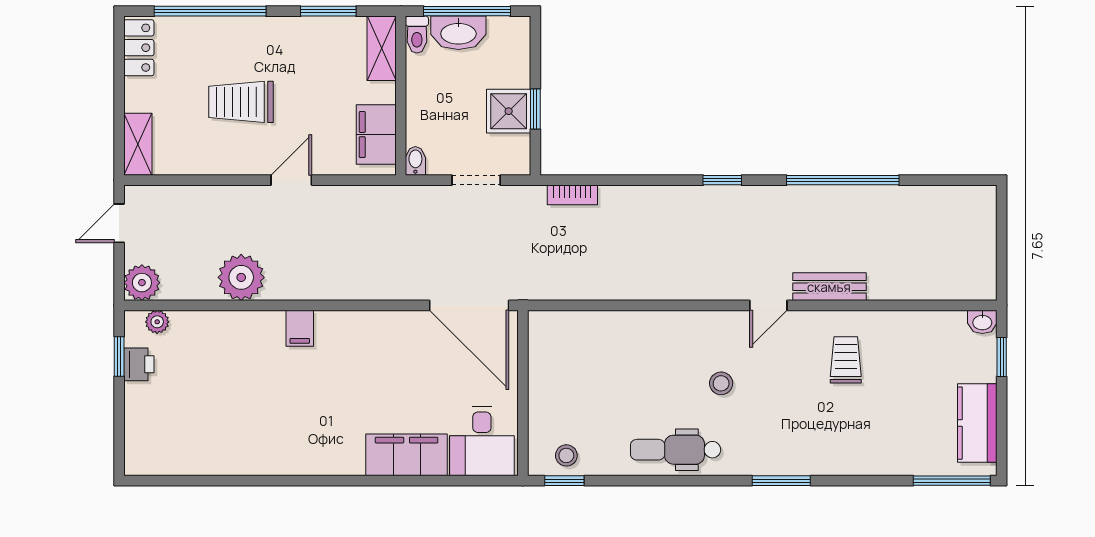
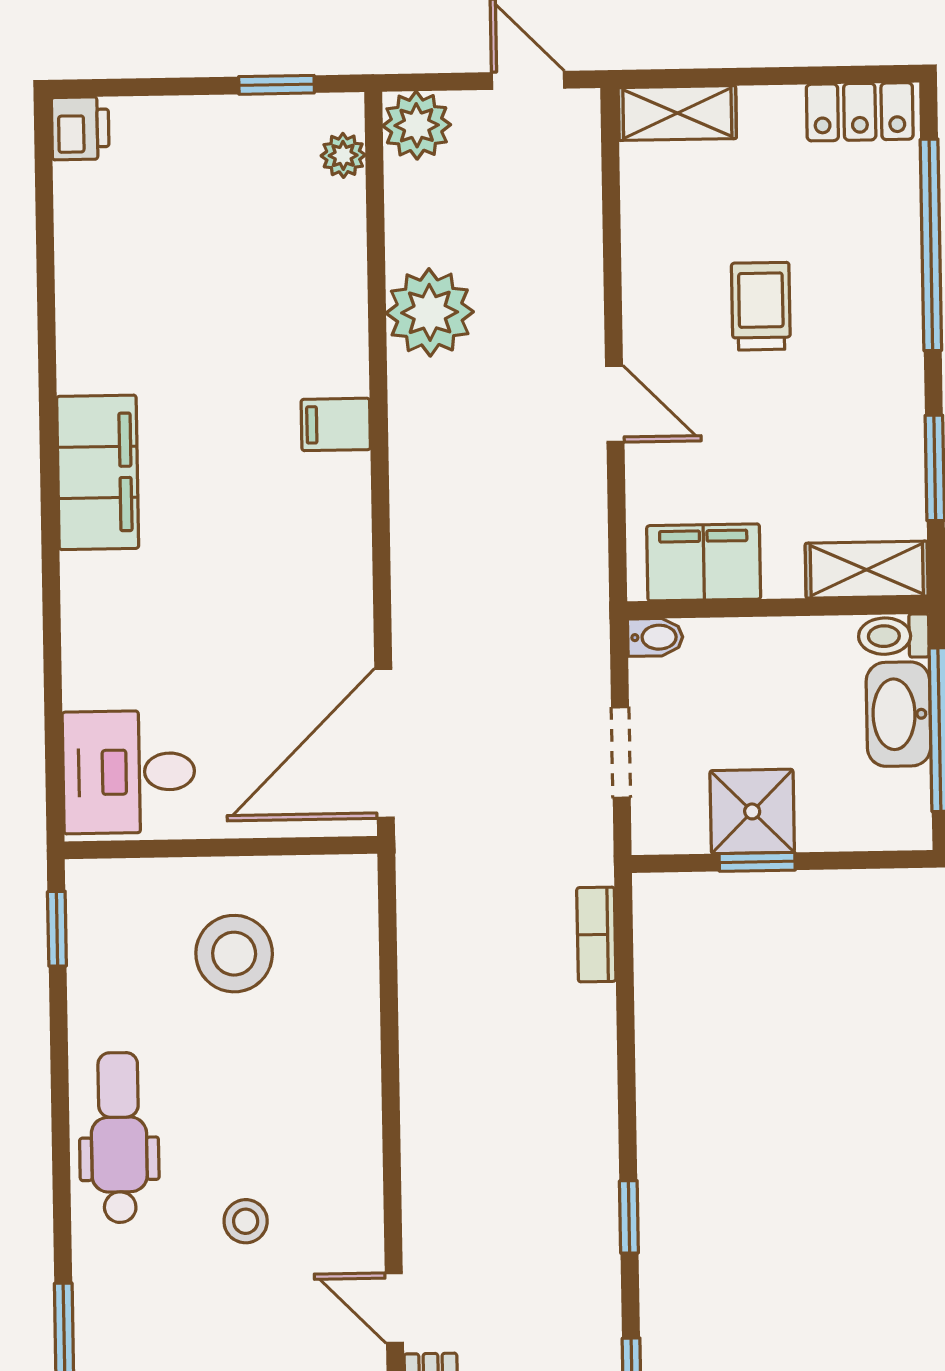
trolley: (241, 102) -> (761, 306), width x0.73, depth x0.72
printer: (139, 364) -> (80, 128), moved, turned -90
filing cabinet: (407, 455) -> (98, 472), moved
stool: (566, 455) -> (234, 954), moved, width x1.89, depth x1.89

